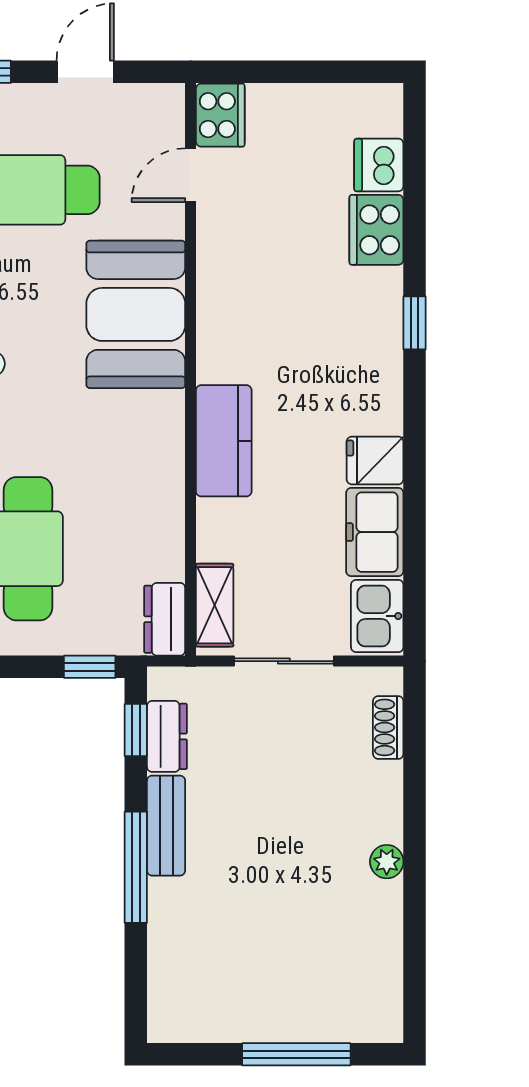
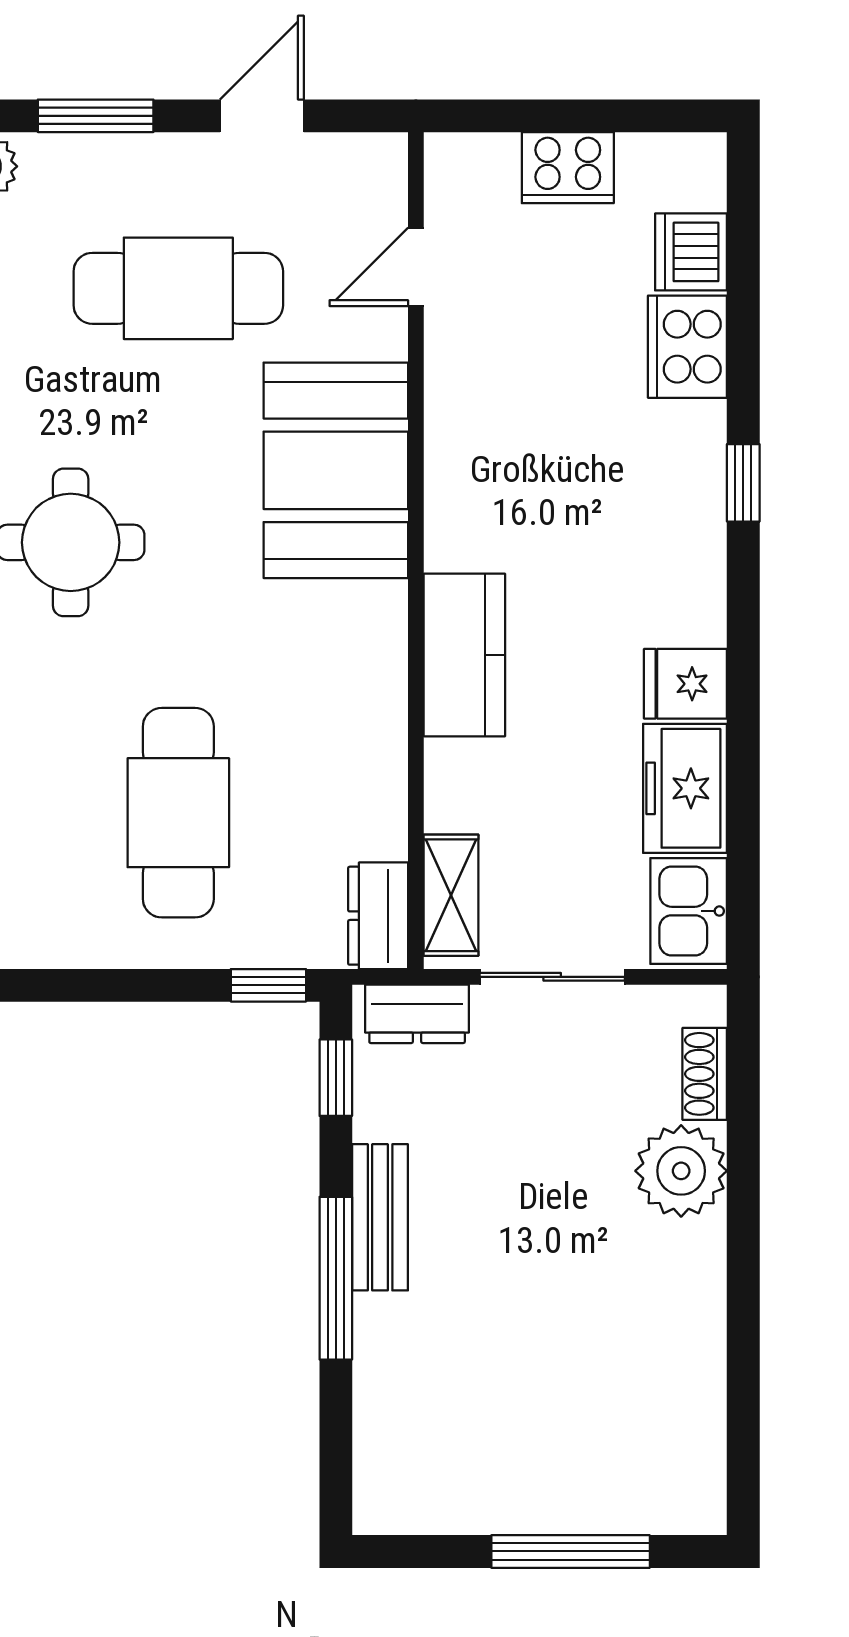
cooker: (220, 115) -> (568, 168), moved, turned 90
dresser: (167, 736) -> (417, 1014), moved, turned 90
plant: (387, 862) -> (681, 1171), moved, width x1.87, depth x1.87

